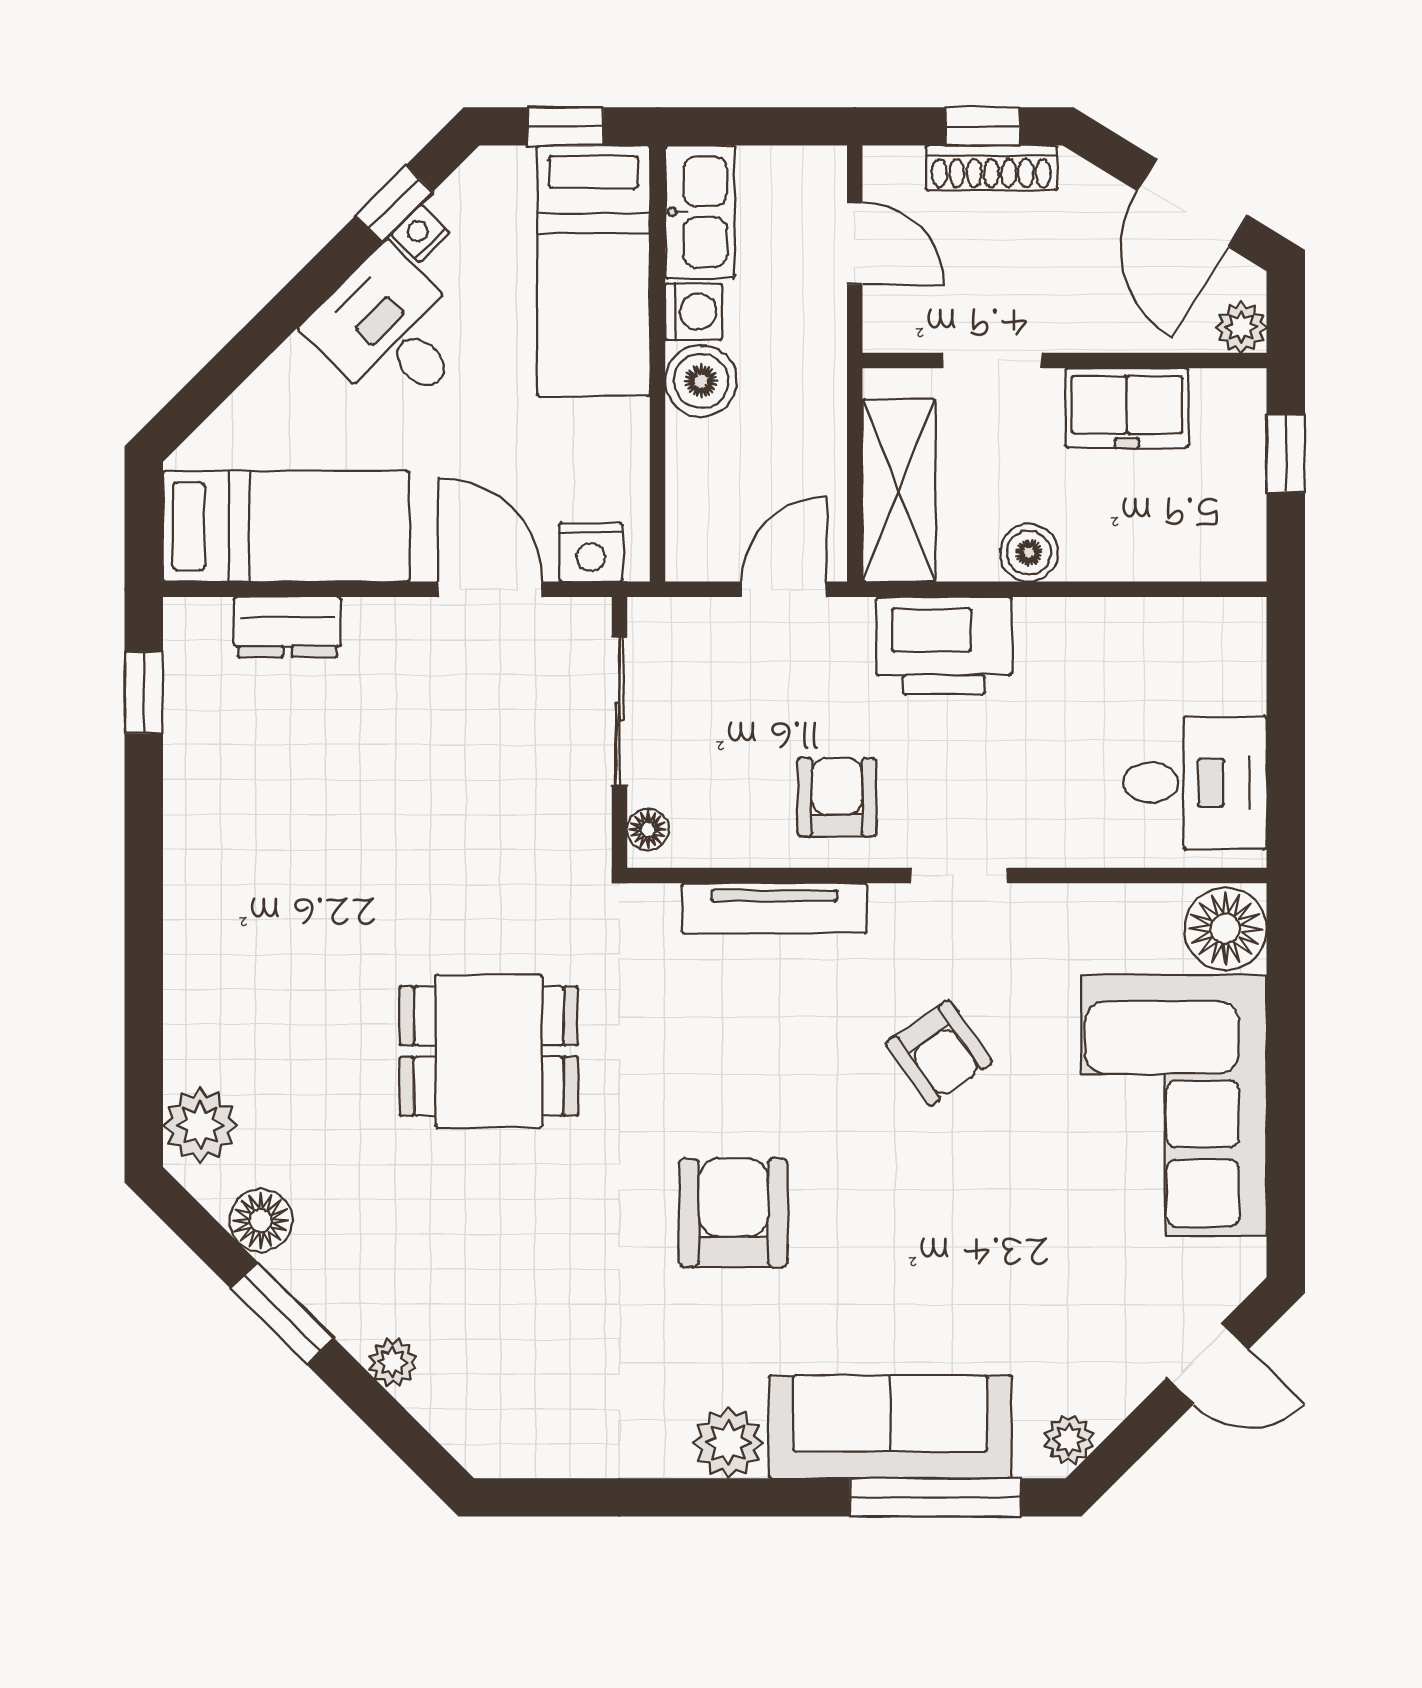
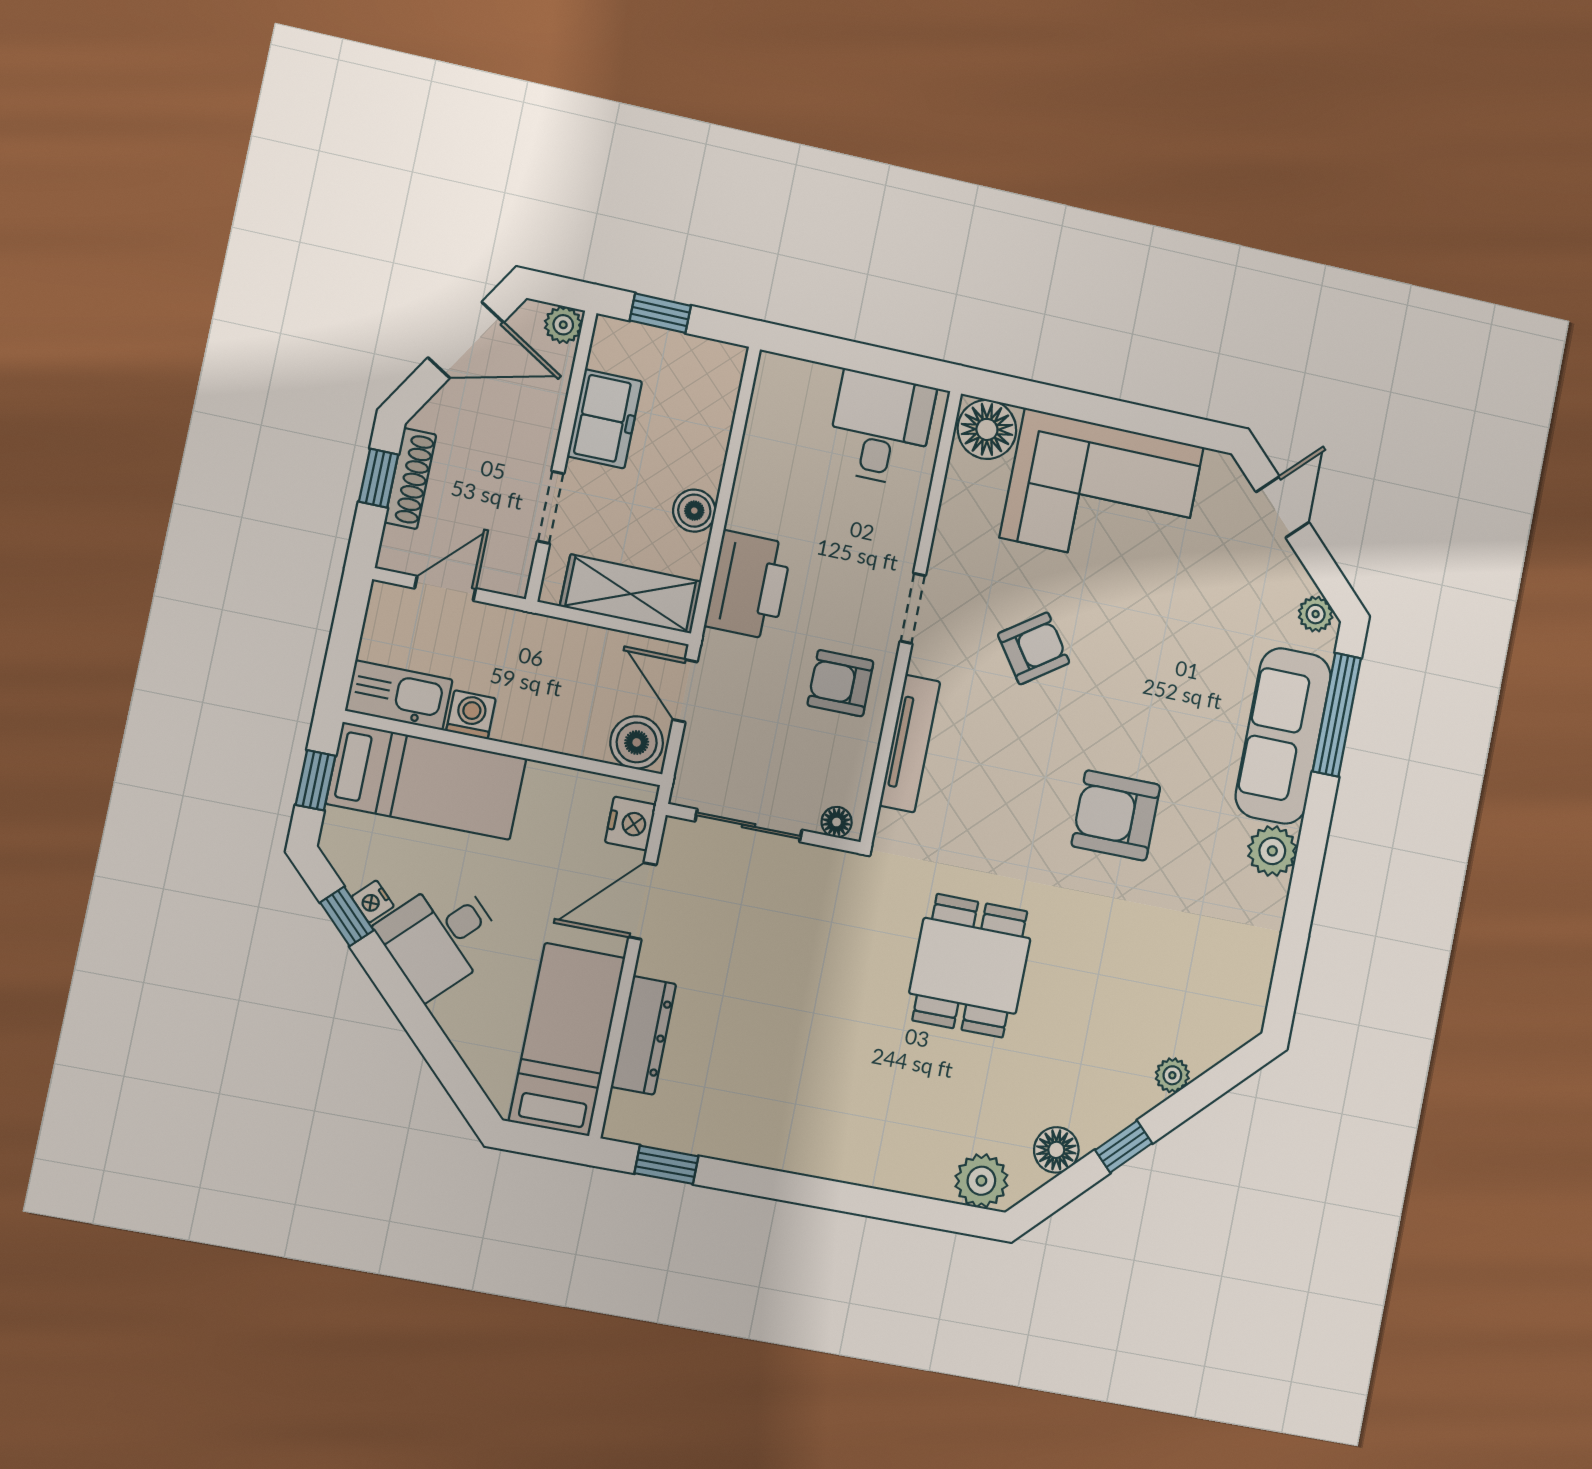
boiler: (701, 381) -> (637, 742), moved
dresser: (287, 627) -> (644, 1035), width x1.44
window: (282, 1313) -> (1124, 1147), width x0.67

